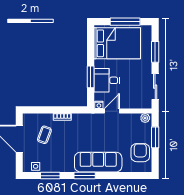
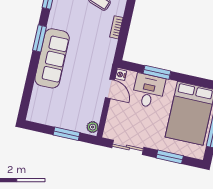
armchair: (140, 153) -> (52, 112), removed

